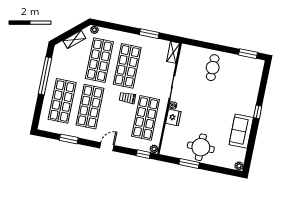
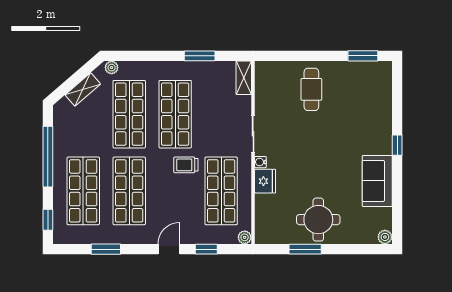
window: (37, 114) -> (48, 220), added
window: (143, 154) -> (206, 249), moved

